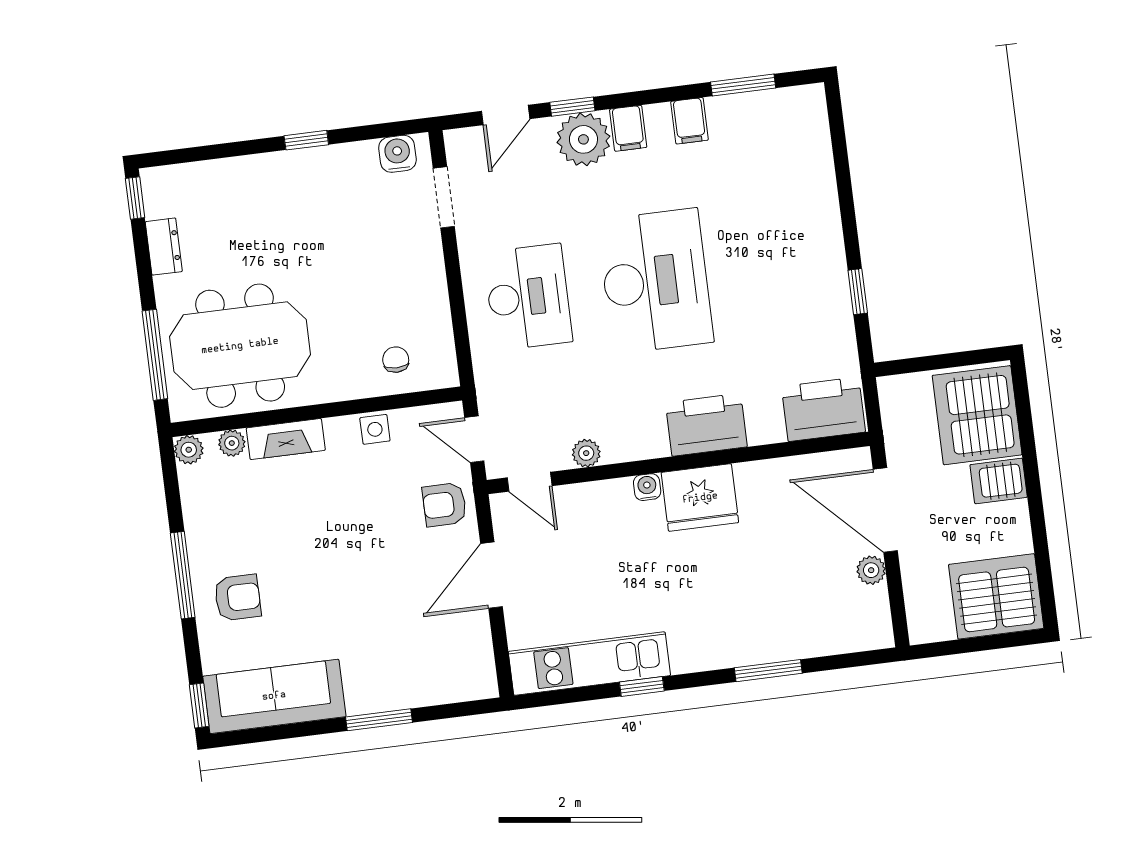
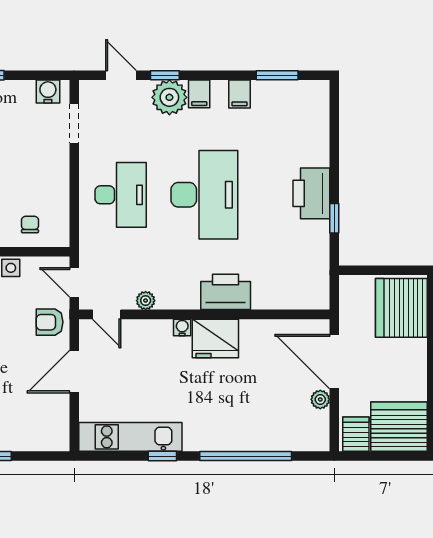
door: (506, 115) -> (121, 75), swing flipped
printer: (823, 409) -> (311, 193), moved, turned -90
server rack: (999, 481) -> (356, 434), moved, turned 90
window: (768, 671) -> (246, 456), width x2.11

